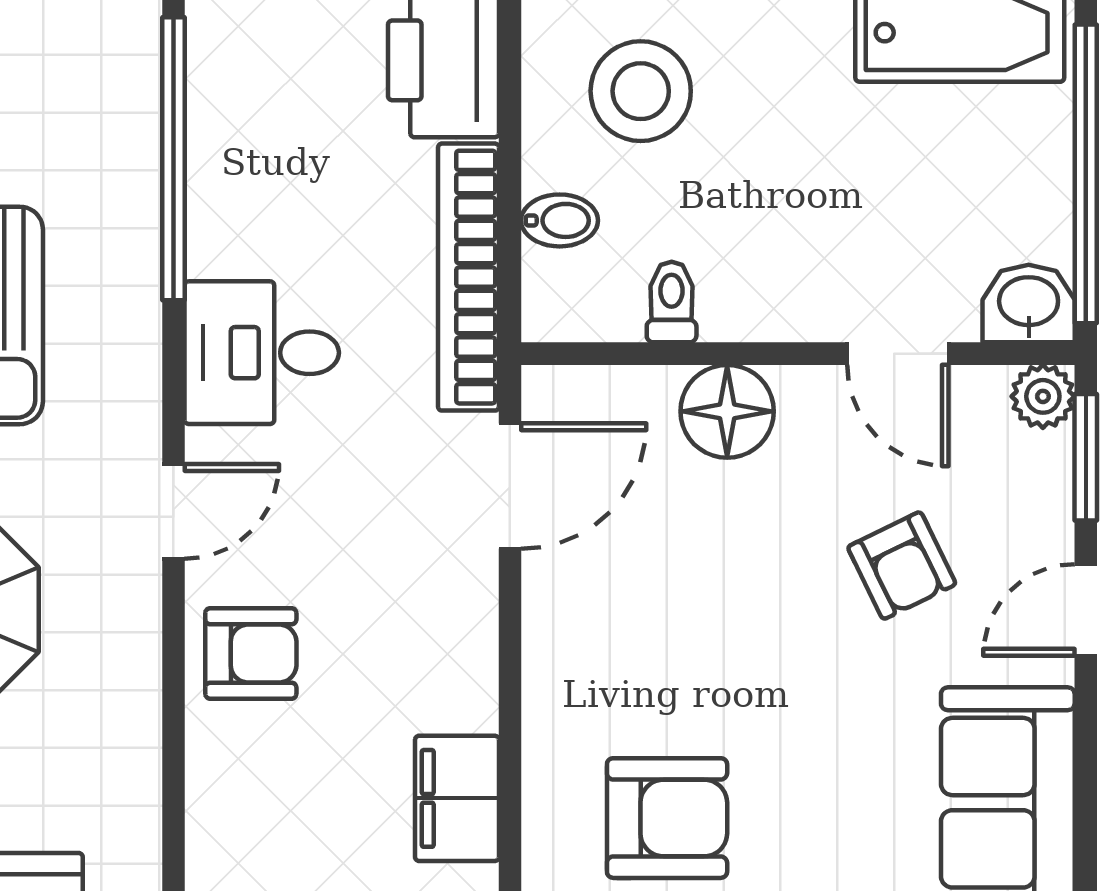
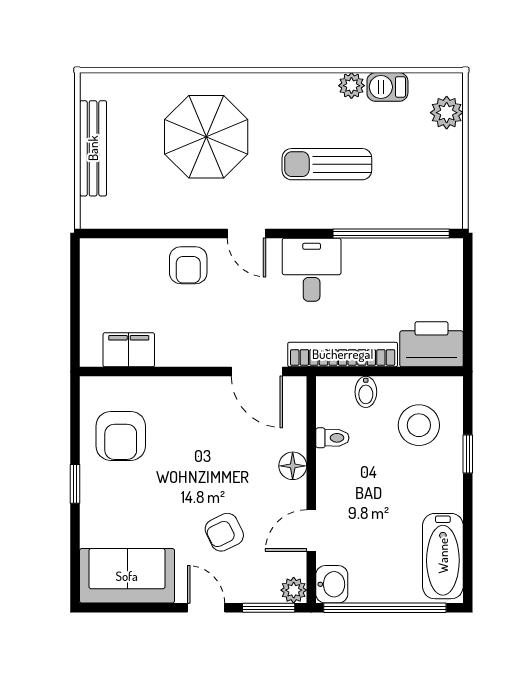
floor lamp: (727, 411) -> (293, 466), width x0.73, depth x0.73

